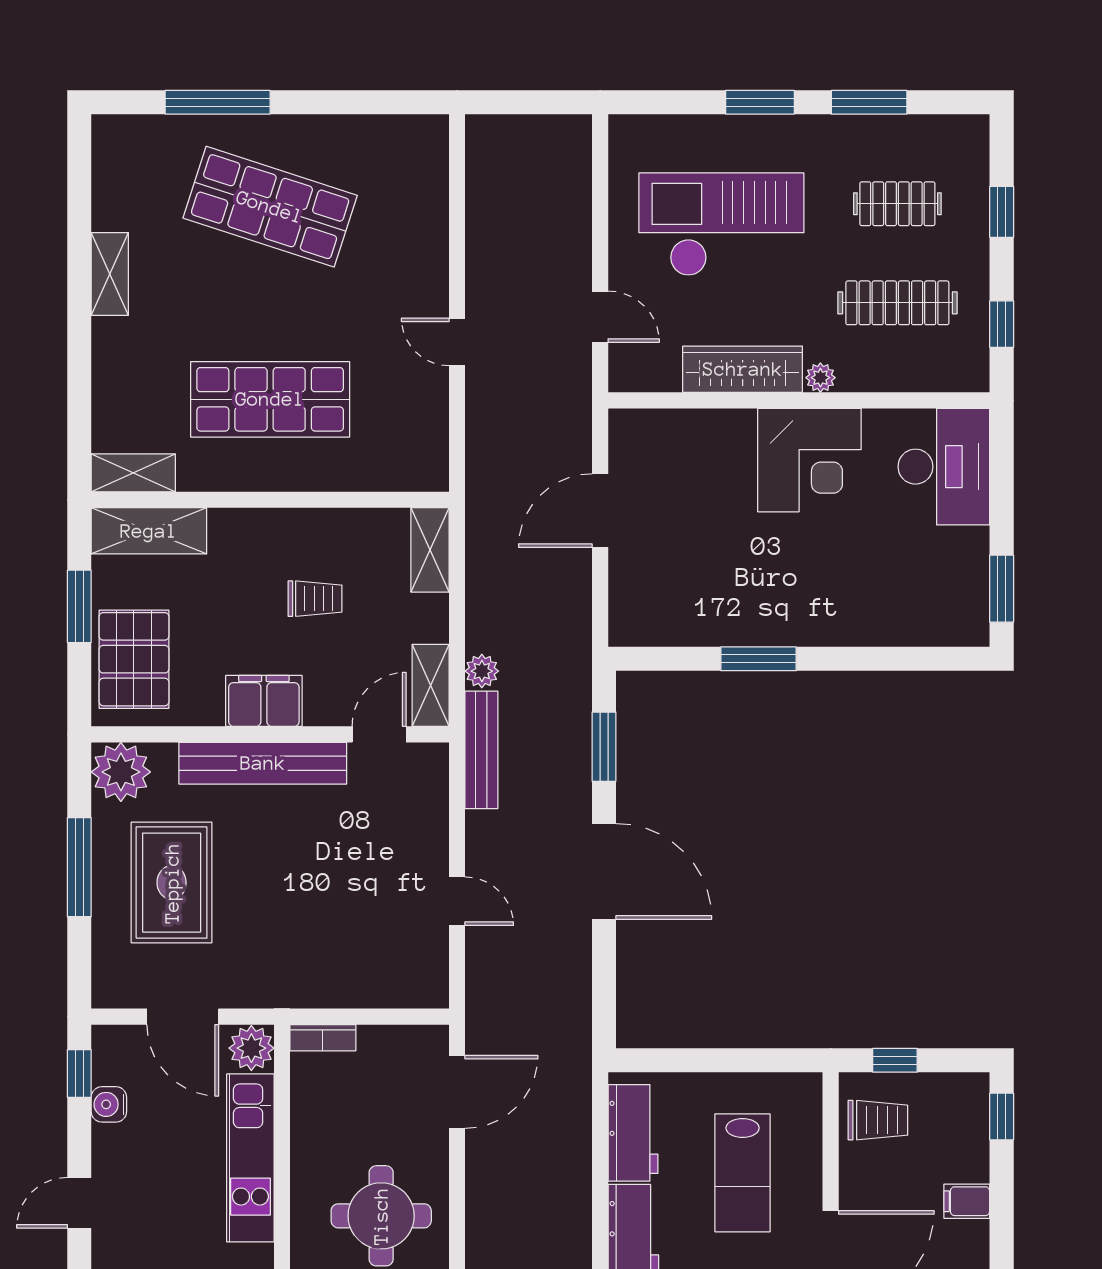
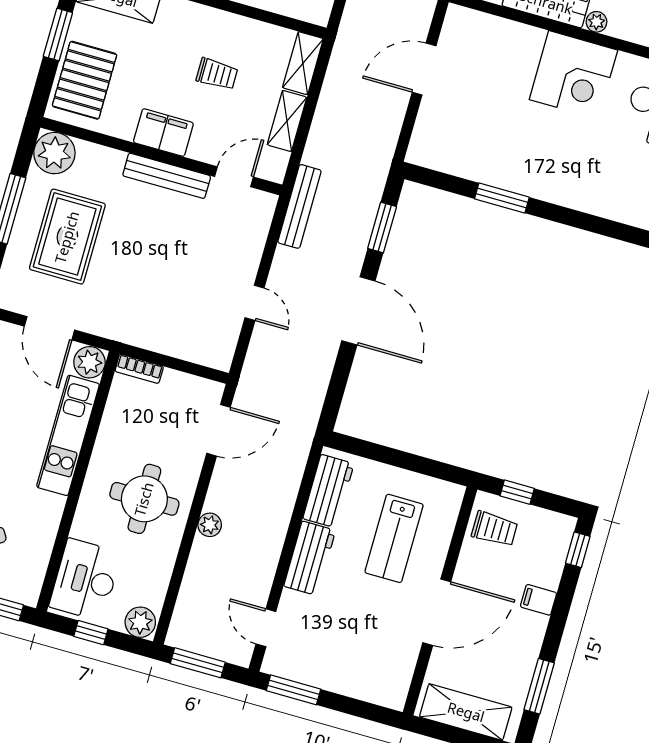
plant: (482, 671) -> (210, 525), moved
shelving: (431, 685) -> (287, 121), moved
bench: (263, 763) -> (167, 176), width x0.73, depth x0.82

